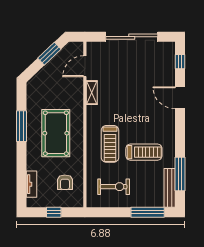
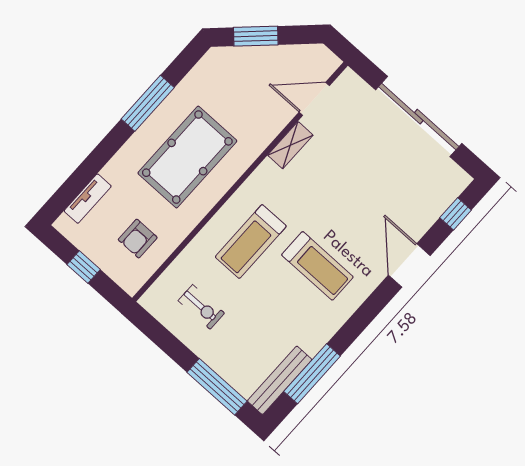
window: (49, 54) -> (256, 36), moved
treadmill: (144, 152) -> (317, 266), moved
exercise bike: (114, 187) -> (201, 307), width x0.73, depth x0.72

